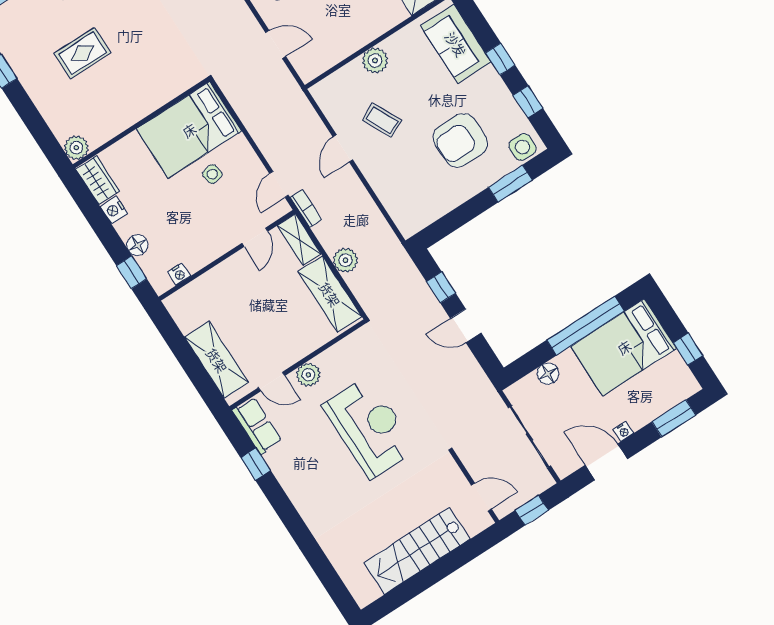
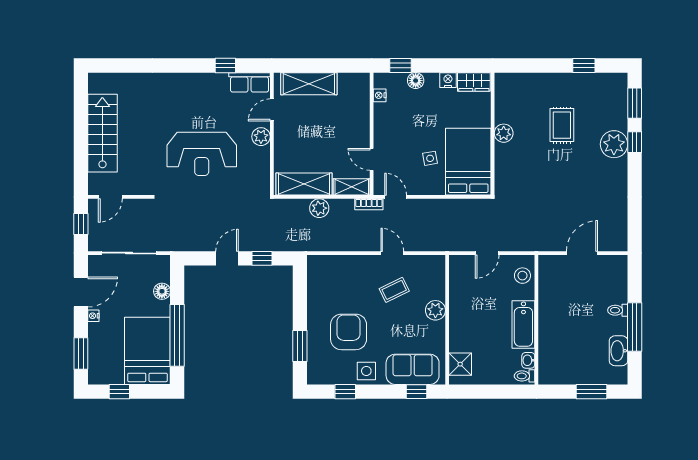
window: (500, 59) -> (417, 392), moved
side table: (522, 147) -> (366, 371), moved
plant: (76, 148) -> (504, 133), moved

